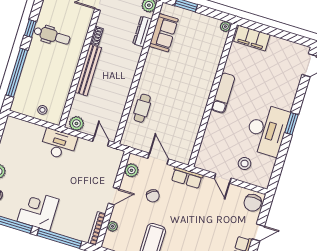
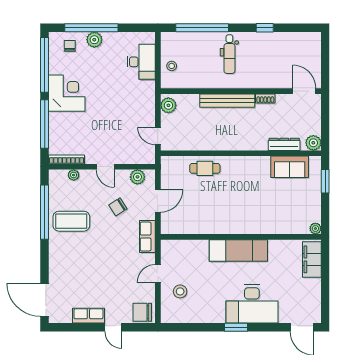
window: (30, 28) -> (265, 28), moved
dental chair: (52, 36) -> (229, 54), moved
exam couch: (223, 93) -> (238, 250), width x1.36, depth x1.45
desk: (267, 130) -> (252, 304), moved
door: (101, 141) -> (158, 136), swing flipped
desk: (59, 144) -> (141, 62), moved

